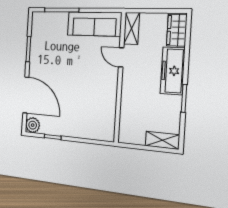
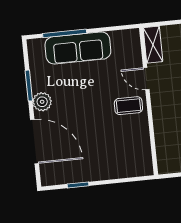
sofa: (94, 24) -> (78, 48), moved
coffee table: (103, 78) -> (128, 106), added
plant: (33, 125) -> (42, 102), moved

